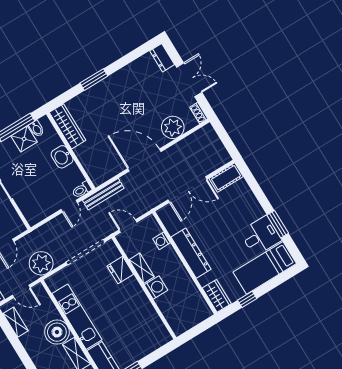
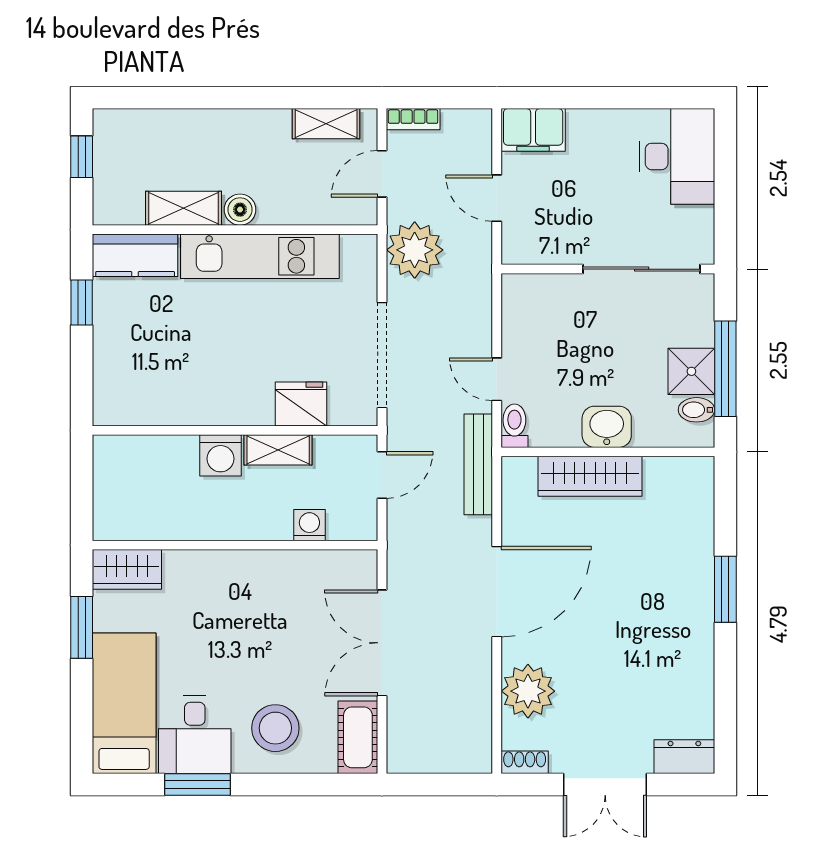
wardrobe: (67, 126) -> (590, 476), moved
stool: (241, 209) -> (275, 728), added
dresser: (191, 253) -> (247, 570), removed
window: (247, 299) -> (82, 627), width x1.50
boiler: (57, 332) -> (240, 210), width x0.54, depth x0.54

